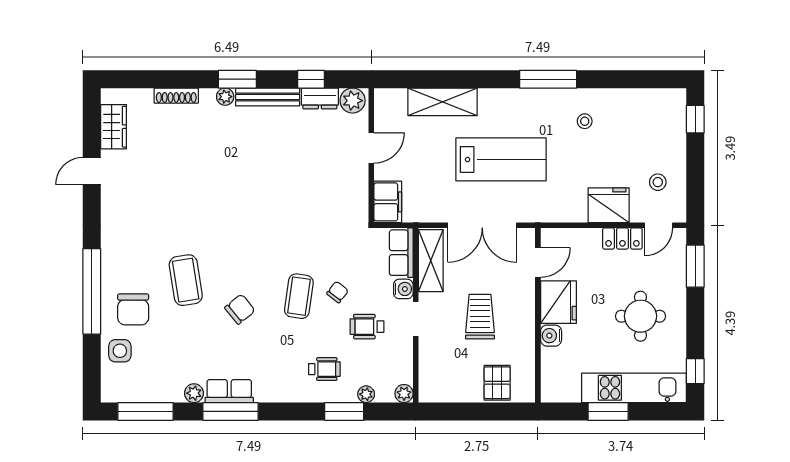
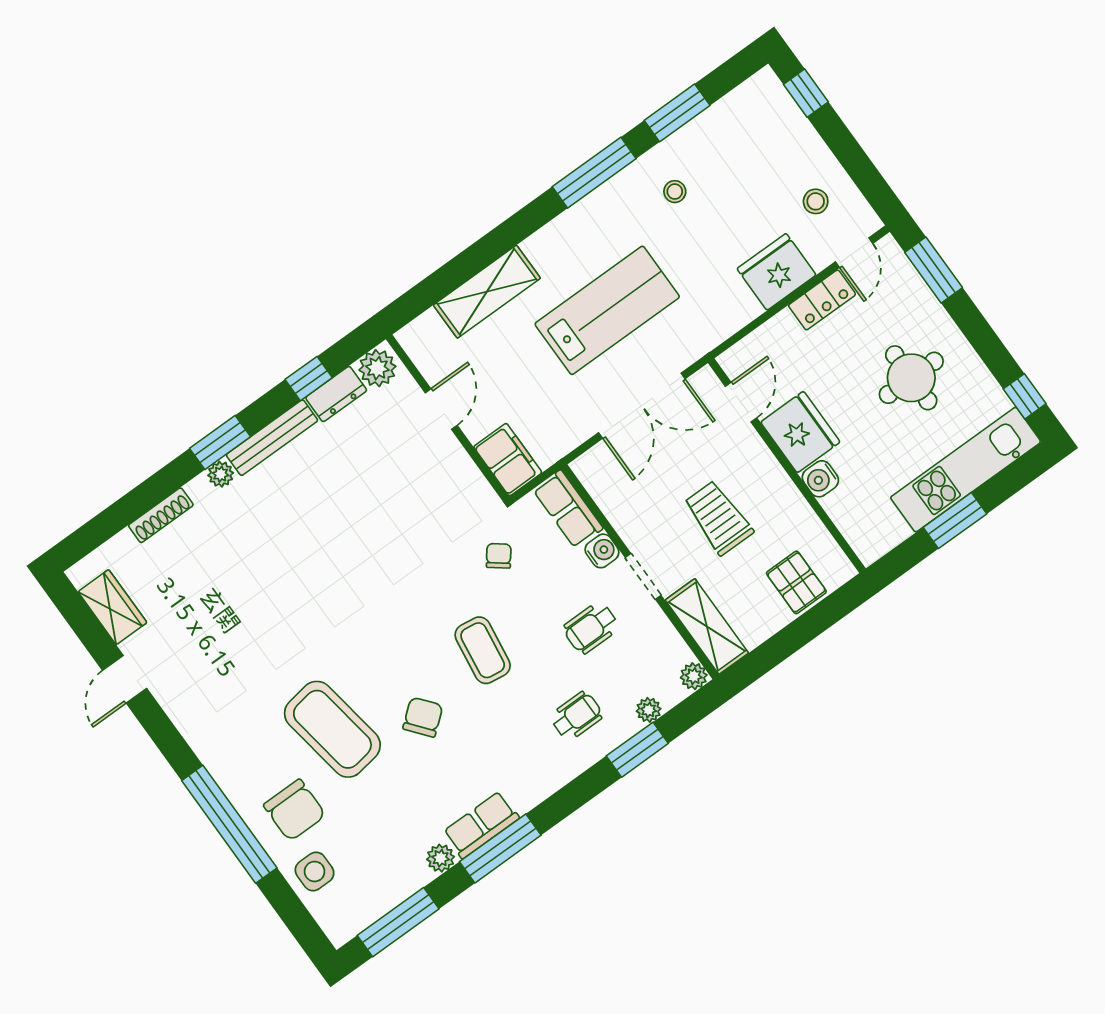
window: (617, 79) -> (677, 113), added
shelving: (431, 261) -> (707, 627), moved
coffee table: (186, 280) -> (332, 729), width x1.36, depth x1.32
chair: (338, 292) -> (499, 556), moved

